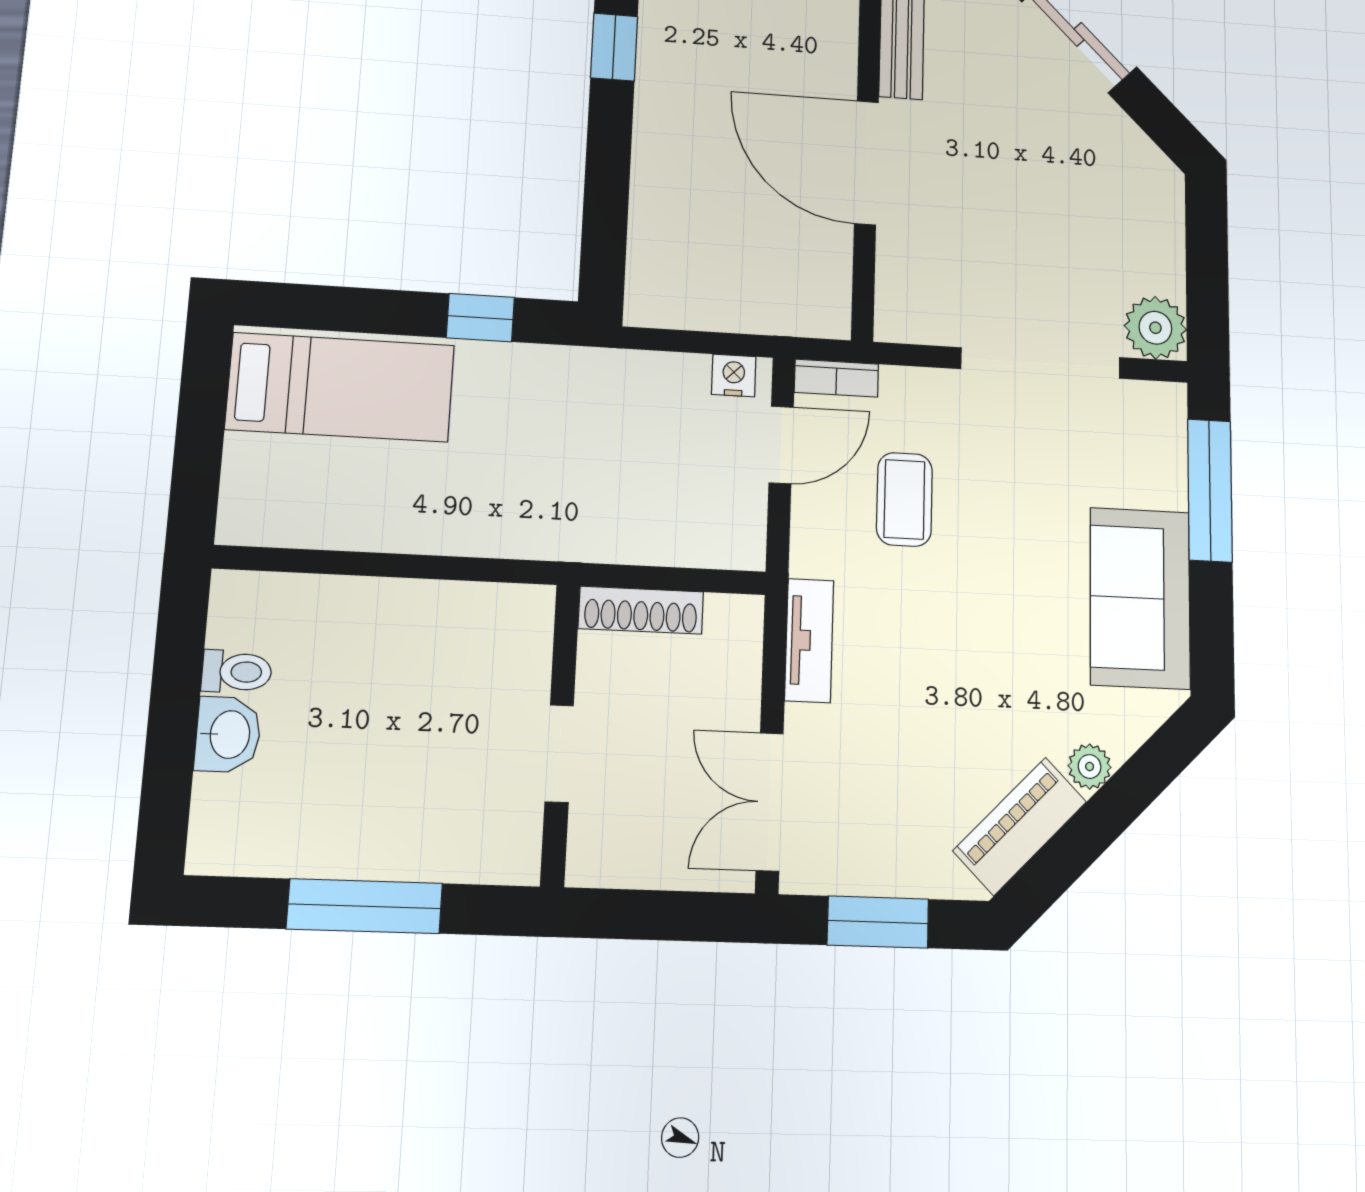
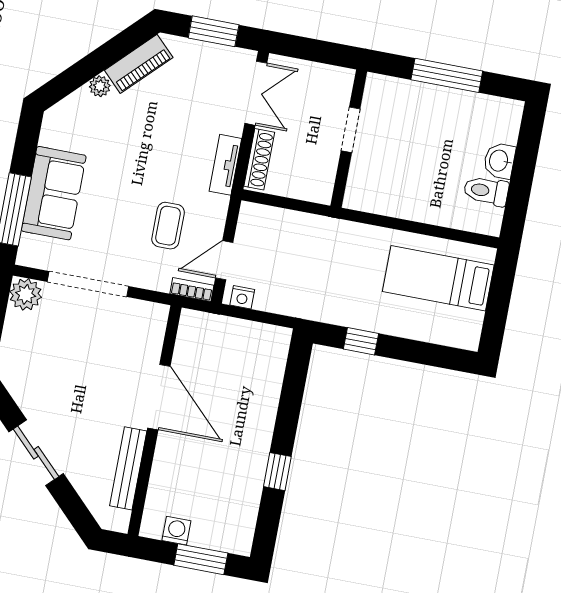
bed: (340, 387) -> (438, 278), moved
sofa: (1140, 598) -> (54, 193), moved
shoe rack: (641, 610) -> (259, 159), moved, turned 90
toilet: (237, 672) -> (486, 191), width x1.37, depth x1.39

